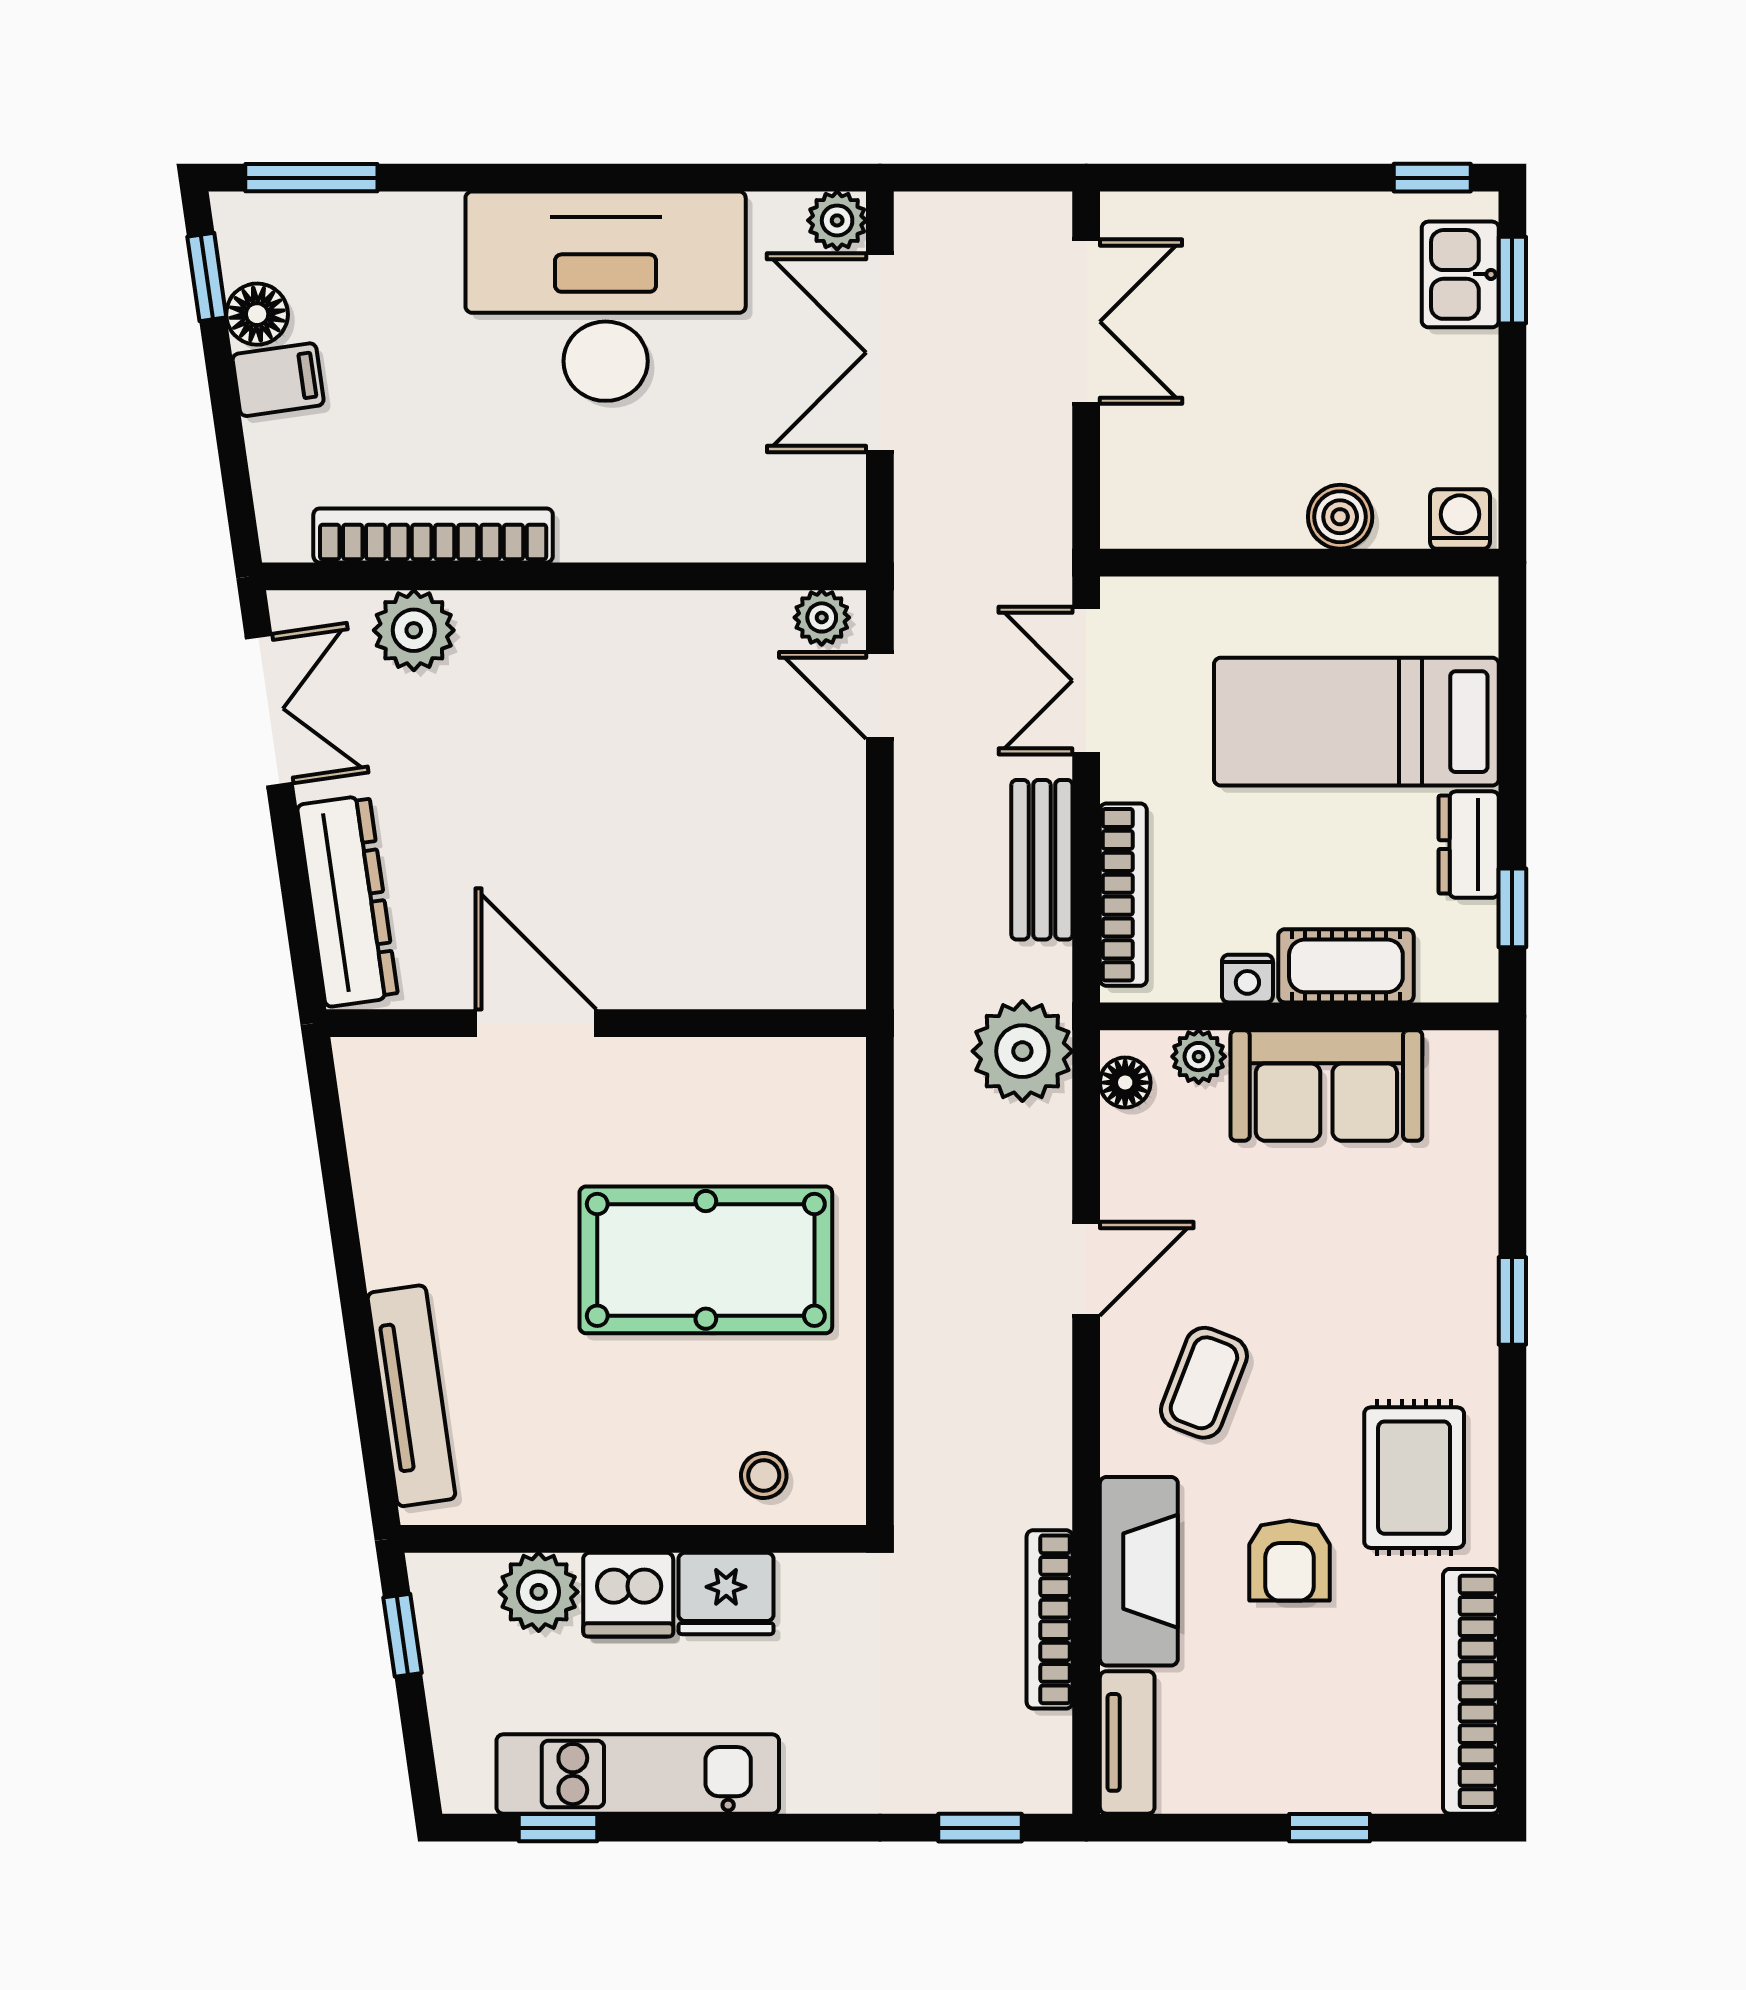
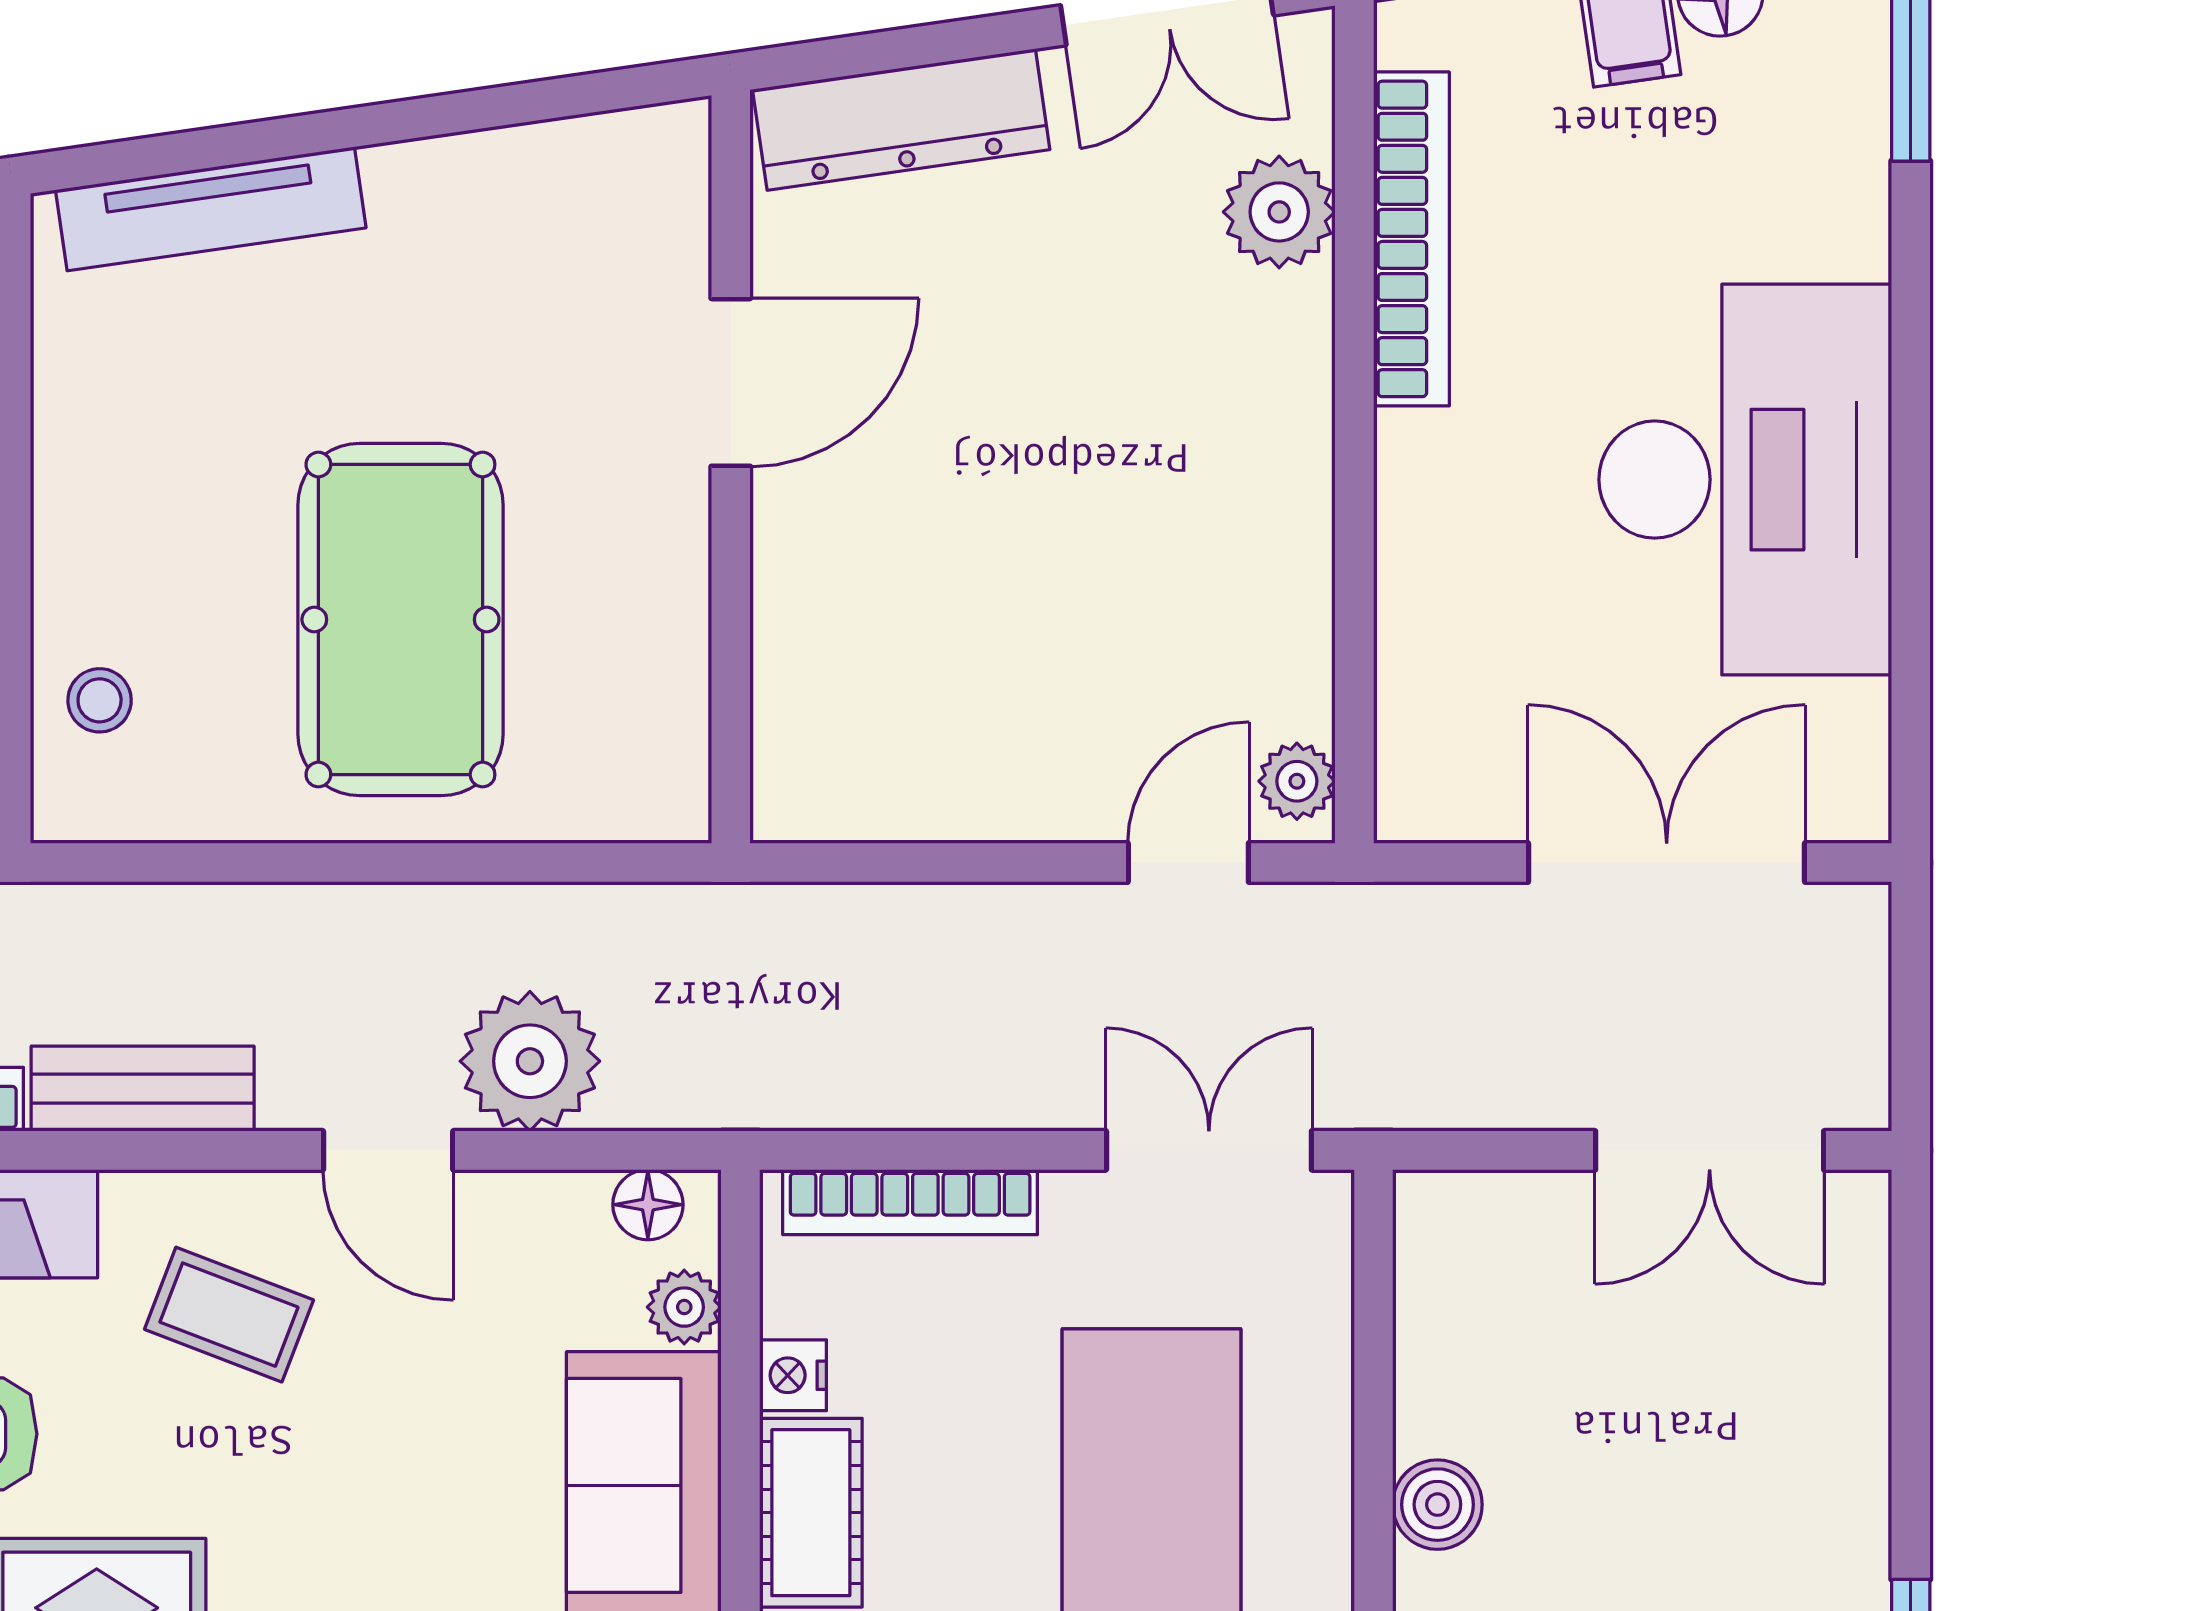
plant: (837, 220) -> (1851, 803), removed
bench: (1042, 860) -> (143, 1089), moved
plant: (1022, 1051) -> (530, 1061), moved

